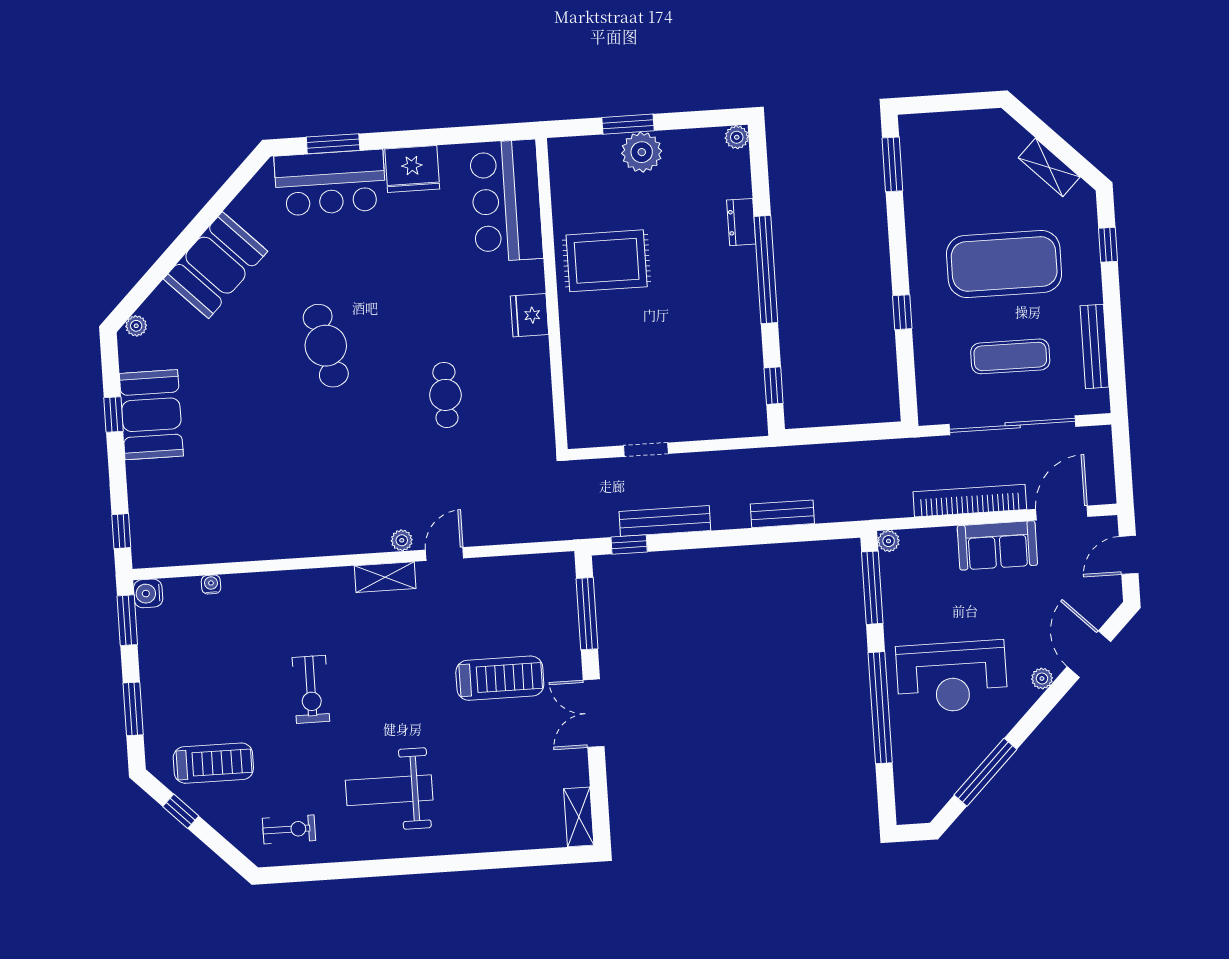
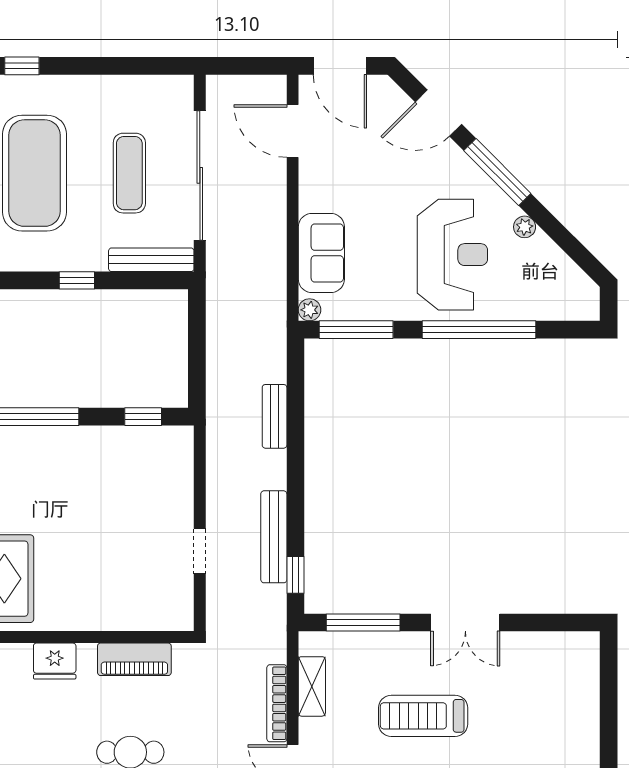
bench: (1094, 346) -> (151, 260), moved
piano: (536, 393) -> (134, 659), added
bookcase: (970, 501) -> (277, 703), moved, width x0.68, depth x0.76
sofa: (997, 545) -> (321, 253), moved
door: (1129, 555) -> (340, 66), width x1.38
treadmill: (500, 678) -> (423, 716), turned -90
plant: (1042, 679) -> (525, 227), moved
window: (985, 772) -> (497, 172), moved
shelving: (579, 817) -> (312, 686), moved, turned 90

